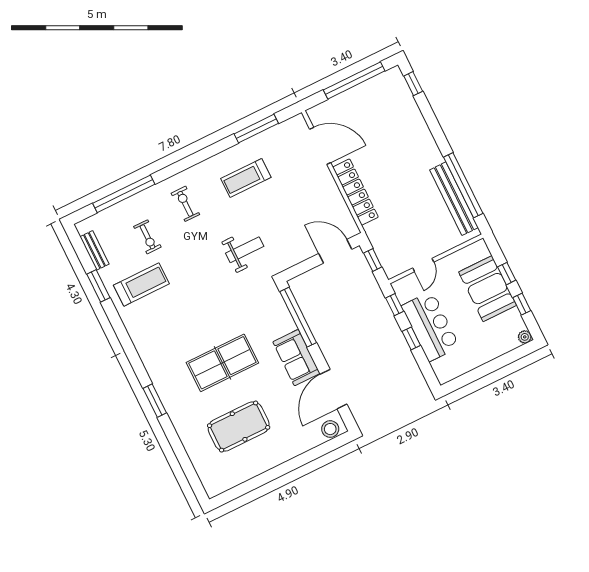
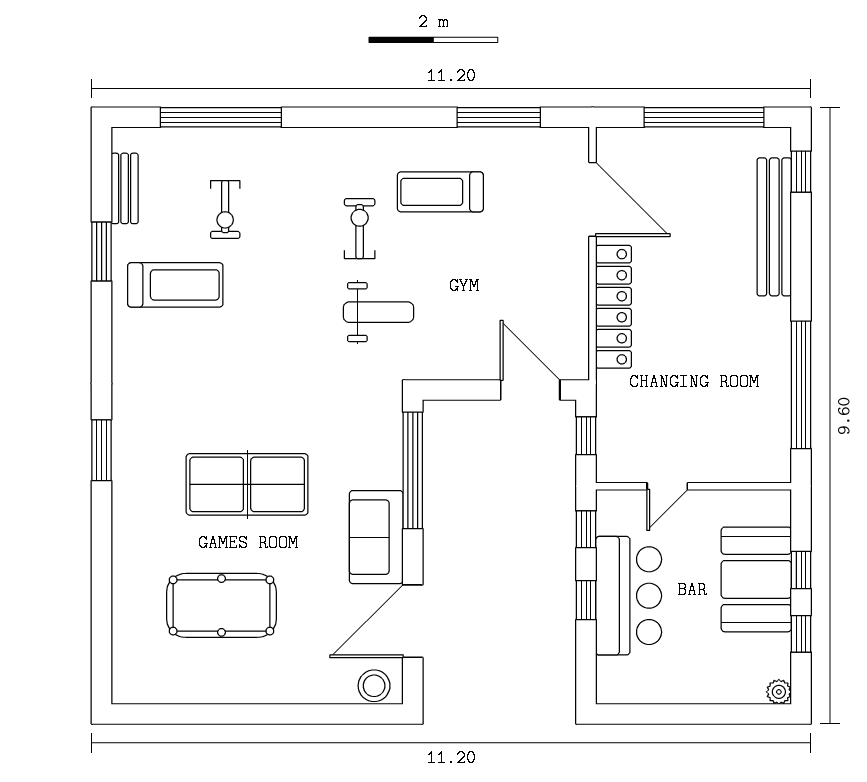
bench: (454, 199) -> (774, 227), moved
exercise bike: (185, 204) -> (360, 229), moved
window: (155, 401) -> (102, 450), moved

